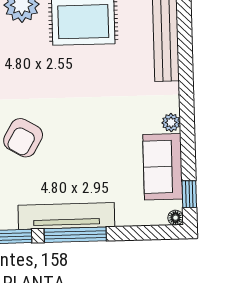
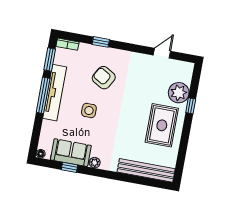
side table: (84, 151) -> (89, 111), added
window: (189, 194) -> (70, 167), moved

